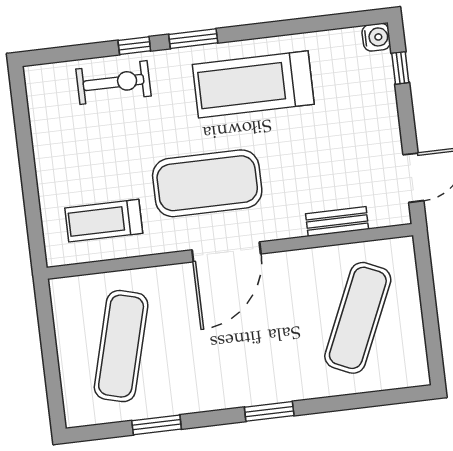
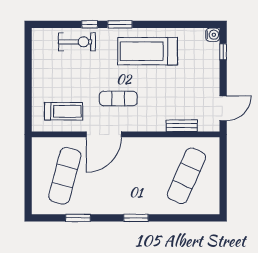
exercise mat: (207, 183) -> (118, 99), width x0.50, depth x0.69
treadmill: (104, 221) -> (64, 111), turned 180
door: (226, 252) -> (104, 134), moved

